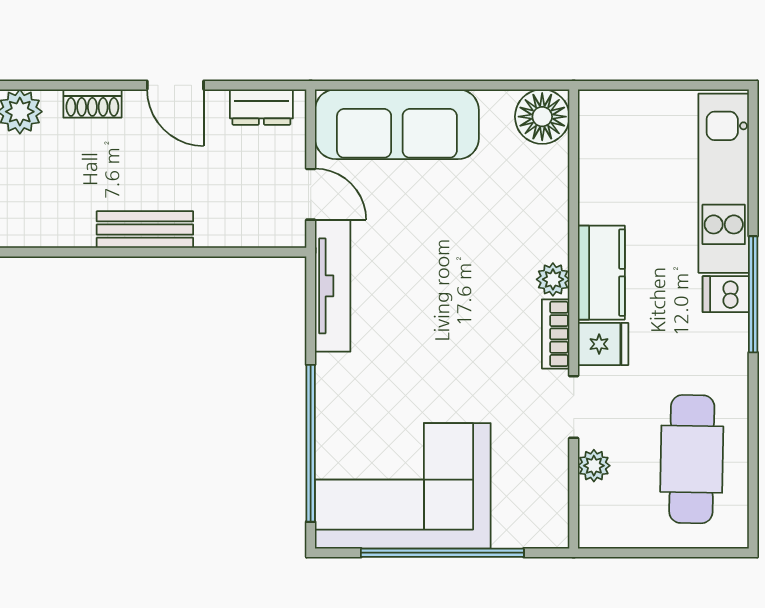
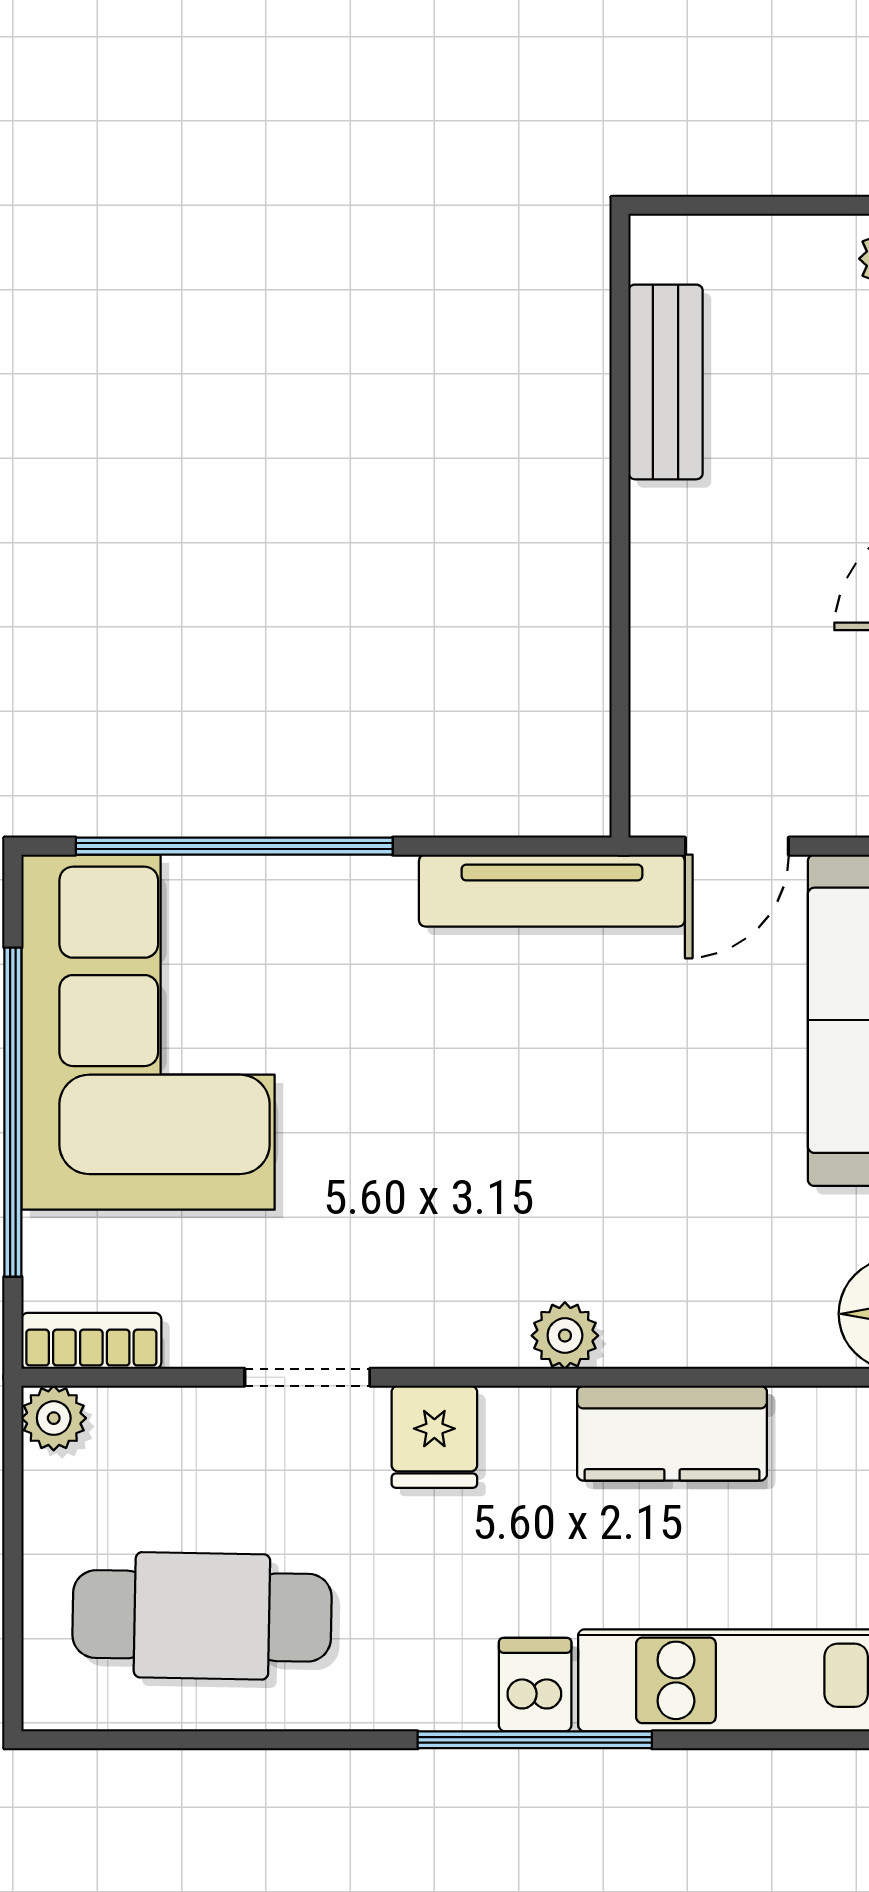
bench: (145, 230) -> (666, 382), moved
kitchen counter: (601, 273) -> (672, 1433), moved
bookcase: (556, 334) -> (91, 1341), moved
plant: (594, 466) -> (54, 1418), moved

